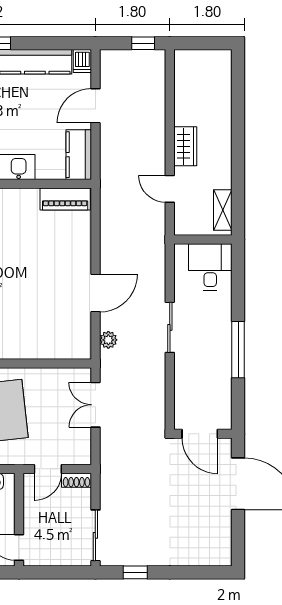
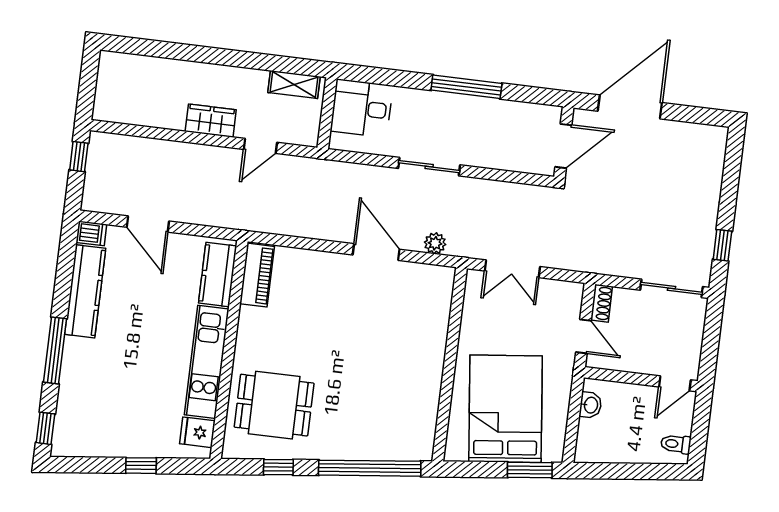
kitchen counter: (79, 155) -> (218, 275), moved, turned 90

